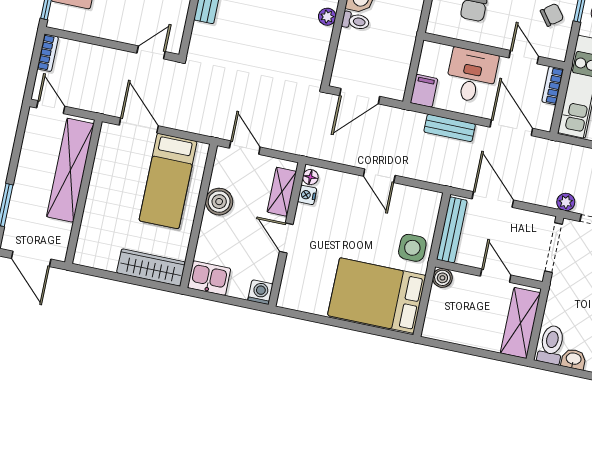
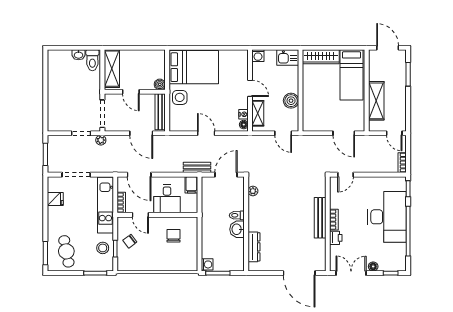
plant: (327, 17) -> (253, 191), moved
bench: (450, 128) -> (197, 167), moved
shelving: (70, 170) -> (376, 101), width x0.68
bed: (168, 181) -> (351, 75), moved, turned 180

